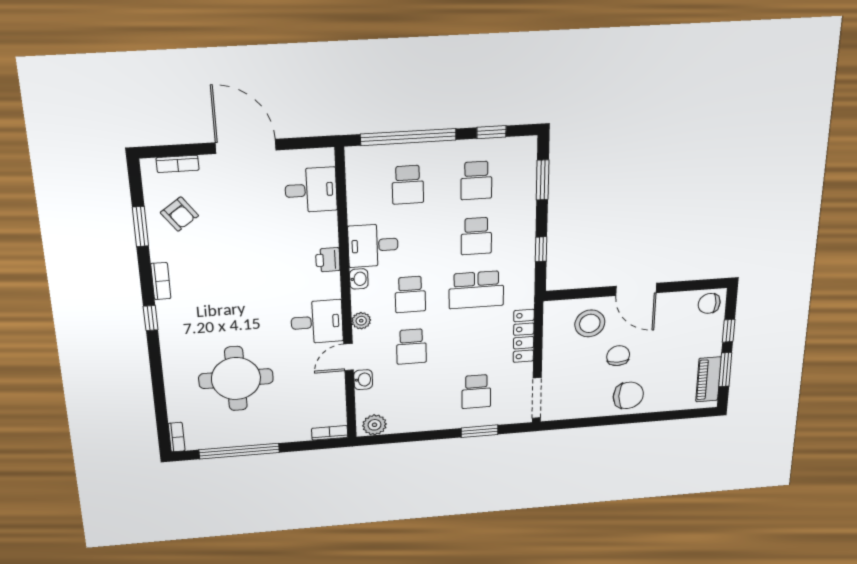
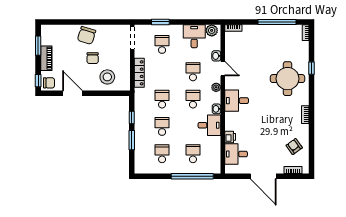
window: (491, 132) -> (155, 176), removed
window: (543, 180) -> (132, 140), moved
window: (140, 227) -> (312, 142), removed
printer: (328, 260) -> (230, 137), moved
door: (636, 289) -> (73, 93), moved
school desk: (476, 290) -> (162, 99), width x0.54
window: (151, 318) -> (312, 68), moved
desk: (317, 322) -> (237, 101), moved
window: (729, 331) -> (38, 81), moved
door: (349, 357) -> (223, 69), hinge flipped
round table: (236, 379) -> (288, 79), moved
piano: (708, 379) -> (46, 58), moved
chair: (628, 395) -> (87, 35), turned -73
desk: (410, 412) -> (194, 36), added

